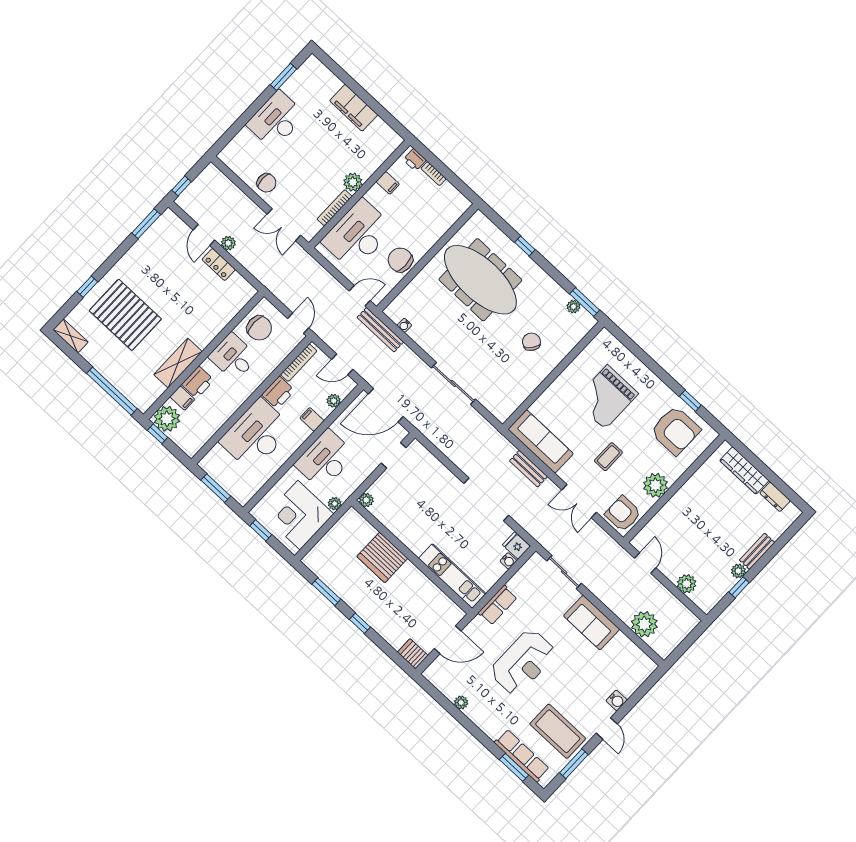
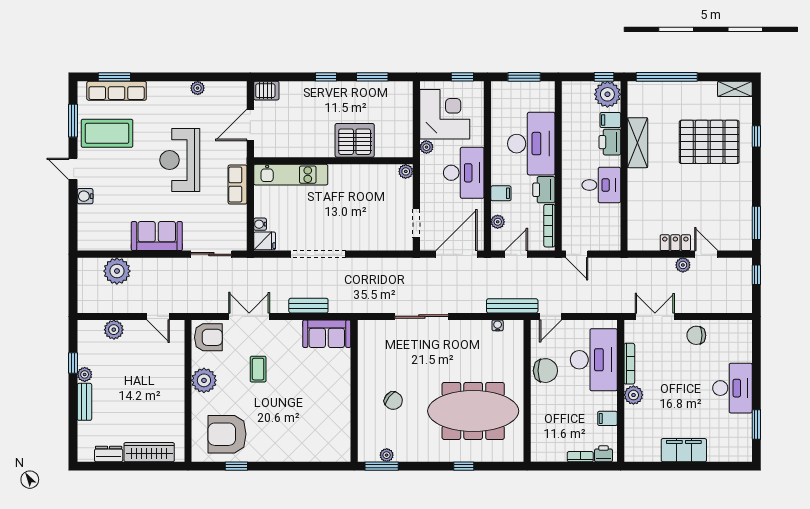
chair: (259, 328) -> (602, 224), removed
grand piano: (606, 397) -> (301, 411), removed
sofa: (541, 442) -> (327, 334), width x0.73

